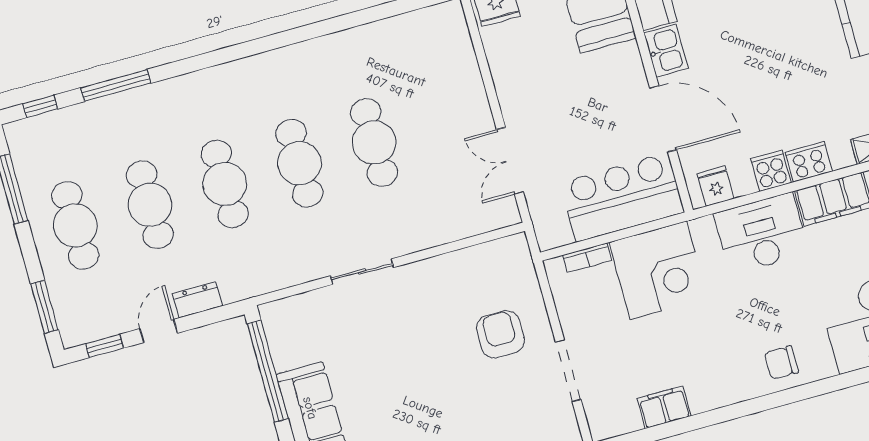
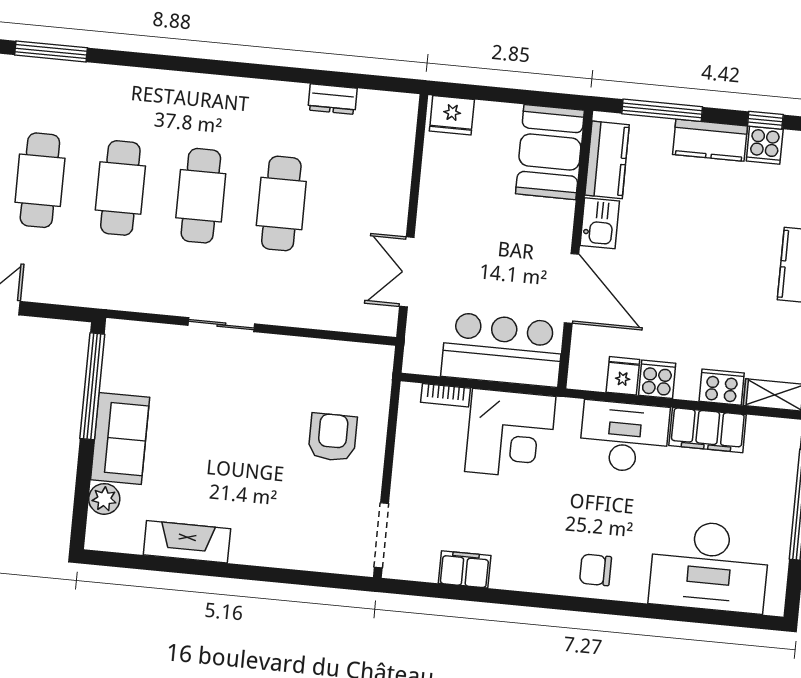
cooker: (809, 162) -> (722, 387), moved
fridge: (716, 186) -> (623, 376), moved
dresser: (197, 300) -> (333, 99), moved, turned 180
doorway: (568, 371) -> (381, 535), moved

